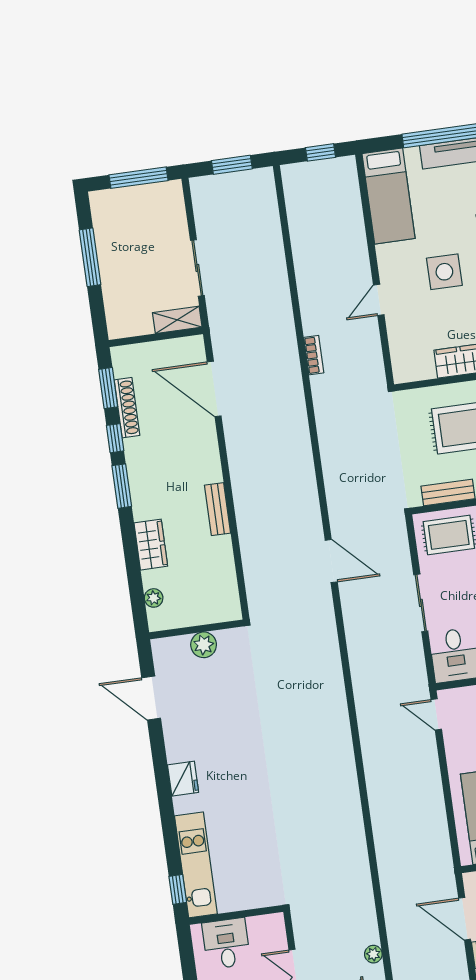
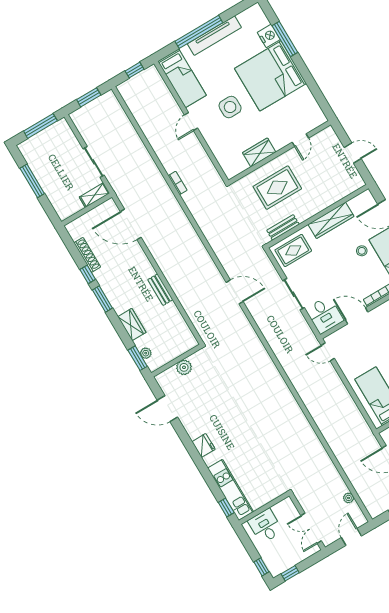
door: (379, 300) -> (191, 122), moved
window: (108, 388) -> (138, 358), moved

